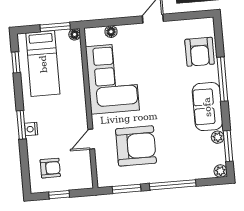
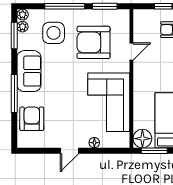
floor lamp: (111, 32) -> (94, 143), moved
floor lamp: (75, 34) -> (142, 139), width x1.89, depth x1.89
plant: (218, 137) -> (23, 27), moved
side table: (183, 153) -> (54, 33), added

